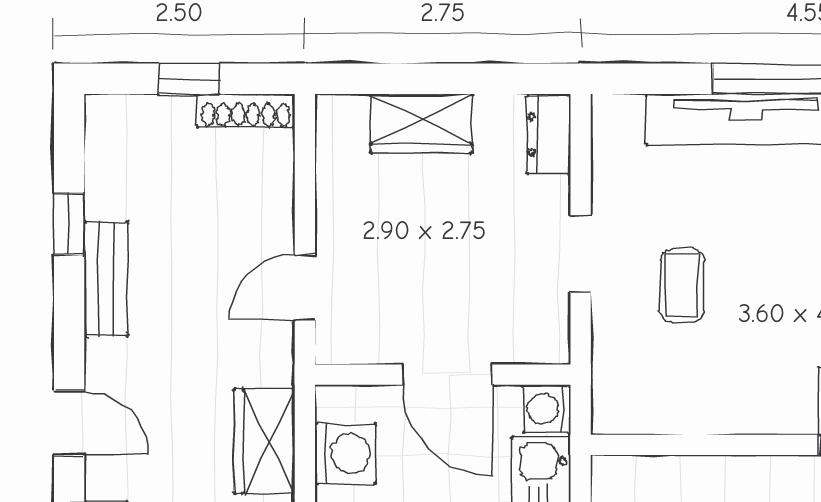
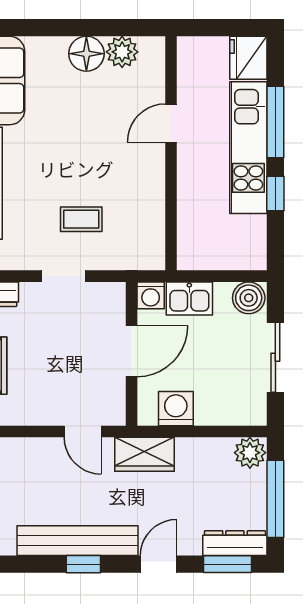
window: (69, 224) -> (83, 564), moved
bench: (106, 279) -> (78, 541), width x1.86, depth x1.21
wardrobe: (264, 441) -> (144, 454), moved

